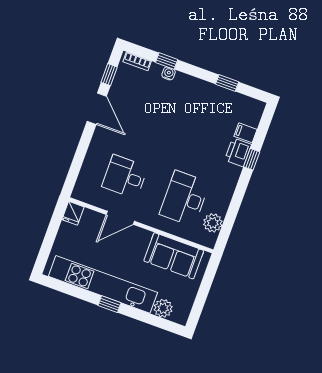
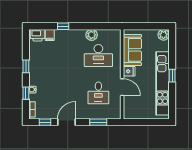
window: (227, 83) -> (26, 66), moved
printer: (238, 152) -> (38, 35), moved
window: (78, 160) -> (98, 122), added
fridge: (73, 213) -> (129, 71), moved
plant: (213, 223) -> (92, 35), moved
plant: (163, 308) -> (164, 35), moved

